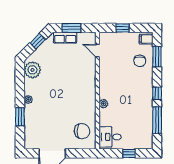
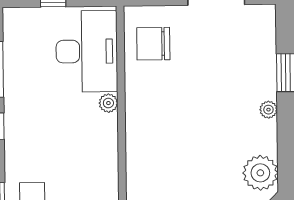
desk: (110, 137) -> (87, 51), width x1.87, depth x1.30

